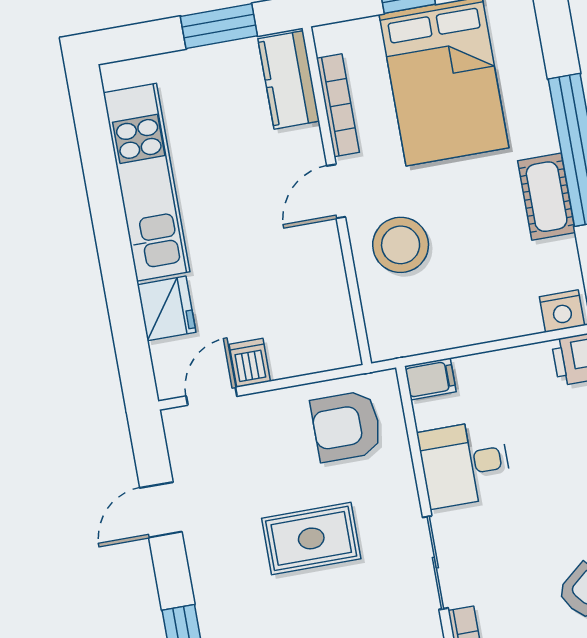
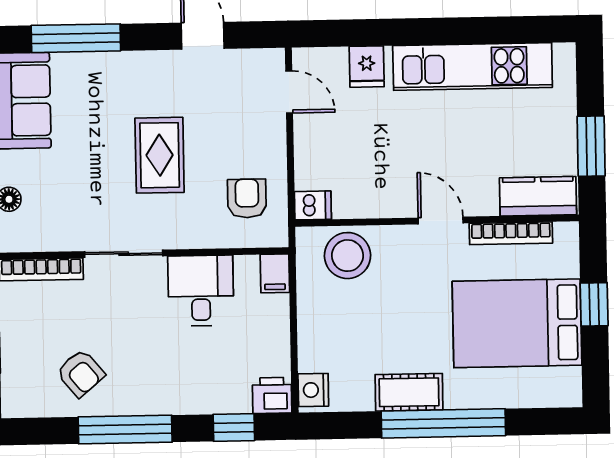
stool: (401, 245) -> (347, 256), moved
fridge: (167, 308) -> (367, 67), width x0.72
dishwasher: (250, 363) -> (313, 205), moved
armchair: (346, 426) -> (247, 198), width x0.72, depth x0.72

